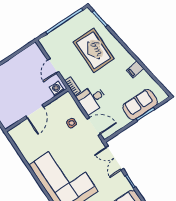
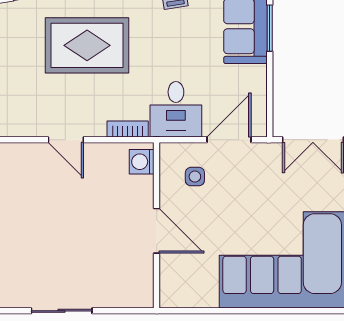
washing machine: (57, 89) -> (142, 162), moved
wall: (37, 110) -> (157, 225), moved
door: (35, 112) -> (157, 231), moved

